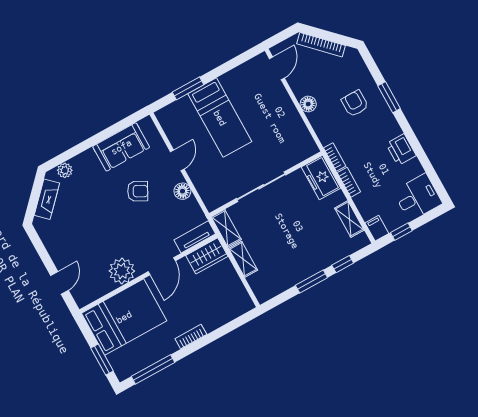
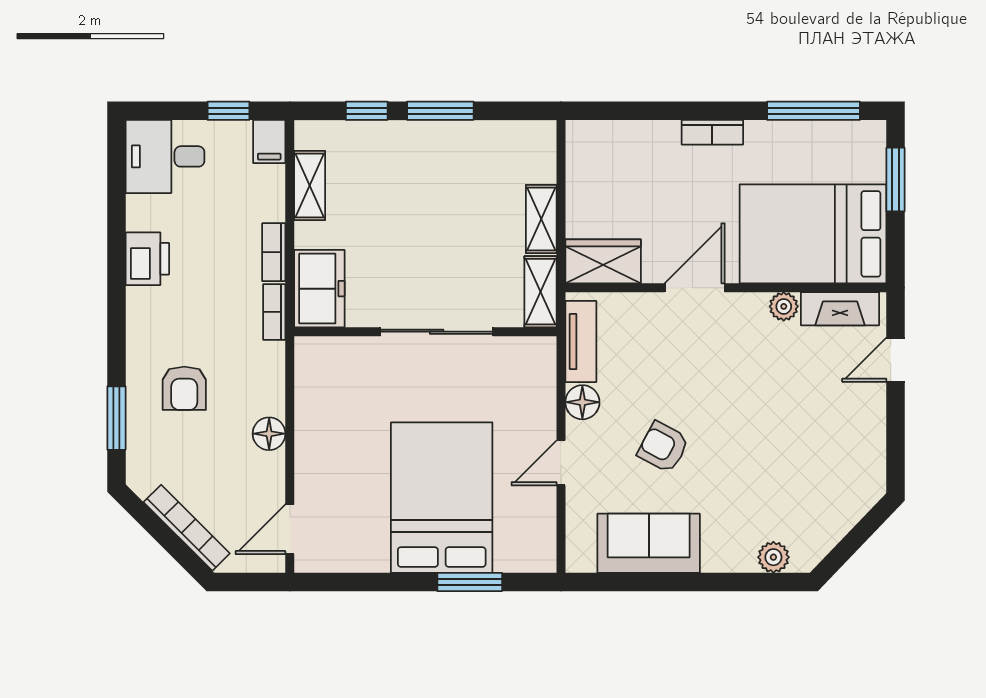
window: (389, 97) -> (116, 418), moved
bed: (220, 118) -> (442, 498), width x1.50
fireplace: (47, 199) -> (840, 309), moved, turned -134
tv unit: (195, 237) -> (581, 342), moved, turned -90
plant: (122, 271) -> (784, 306), width x0.53, depth x0.53

